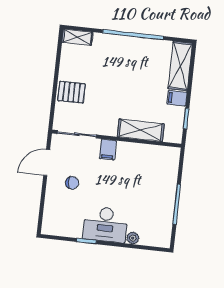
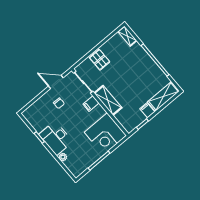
shelving: (141, 130) -> (108, 100), moved
corner desk: (156, 168) -> (105, 134), added

